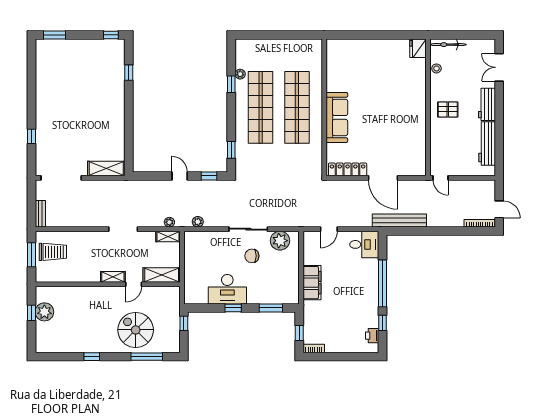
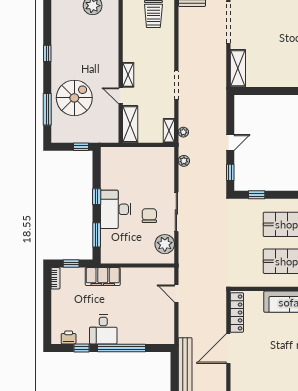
desk: (364, 244) -> (103, 329), moved
filing cabinet: (312, 283) -> (103, 276), moved
desk: (227, 289) -> (116, 209), moved

